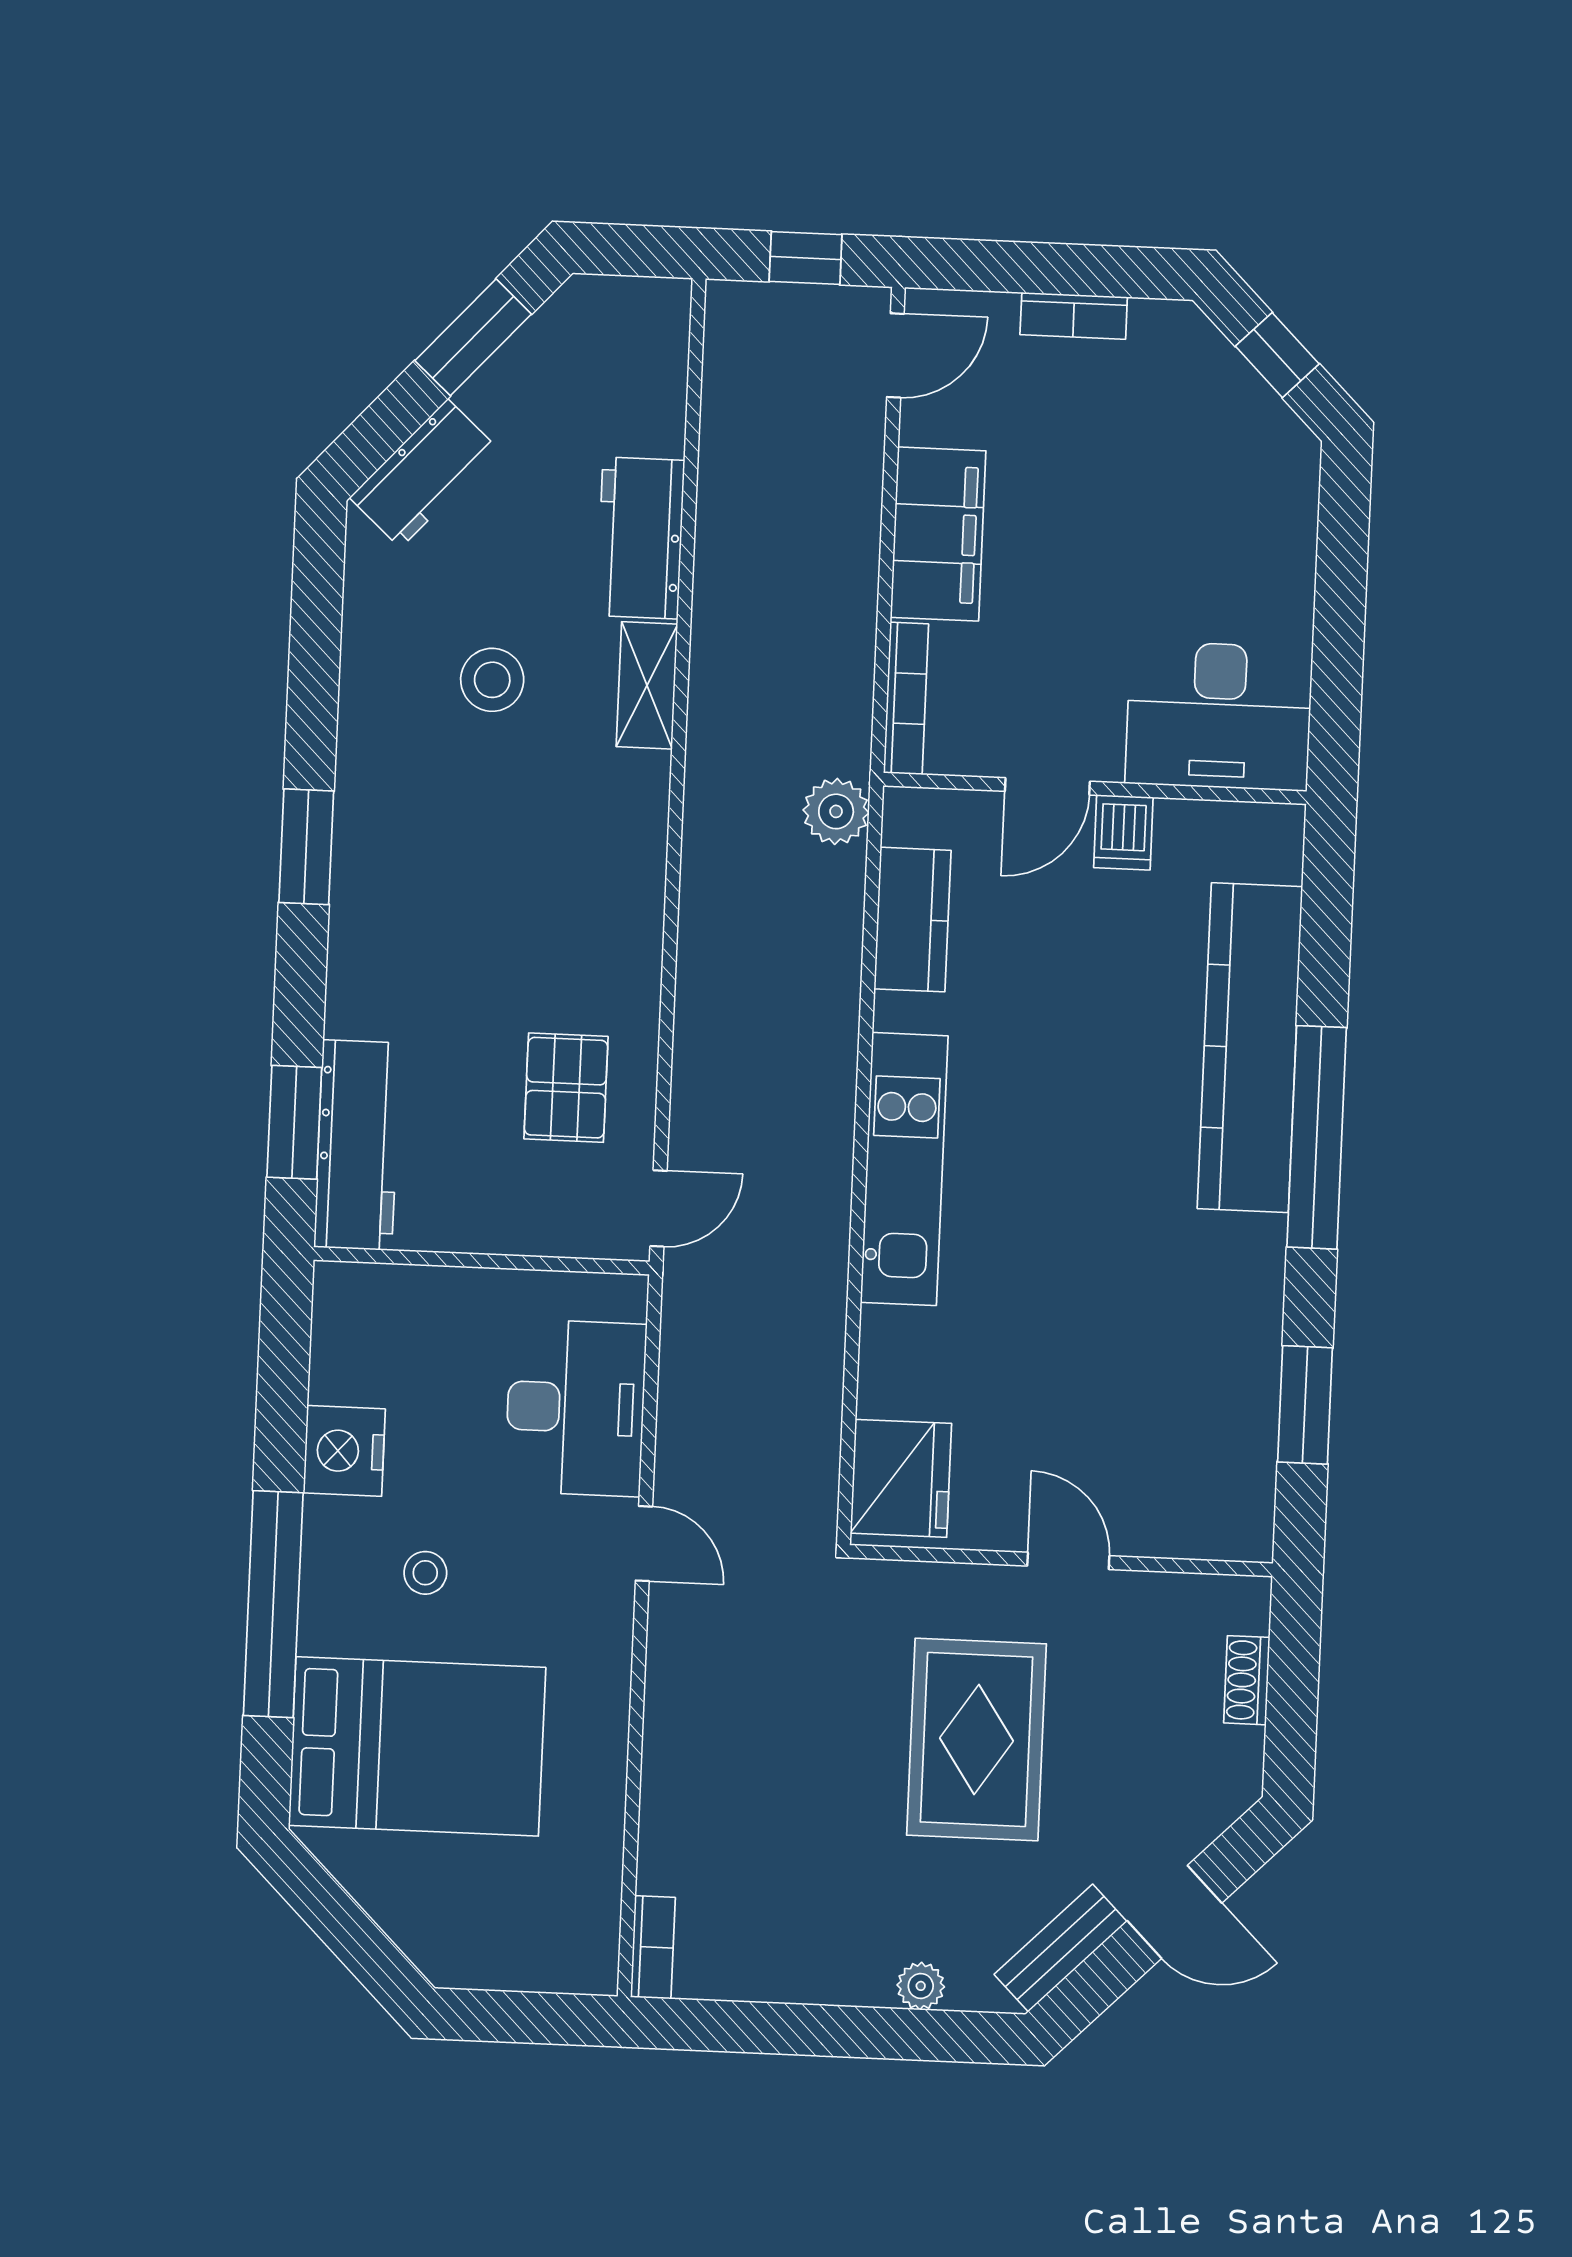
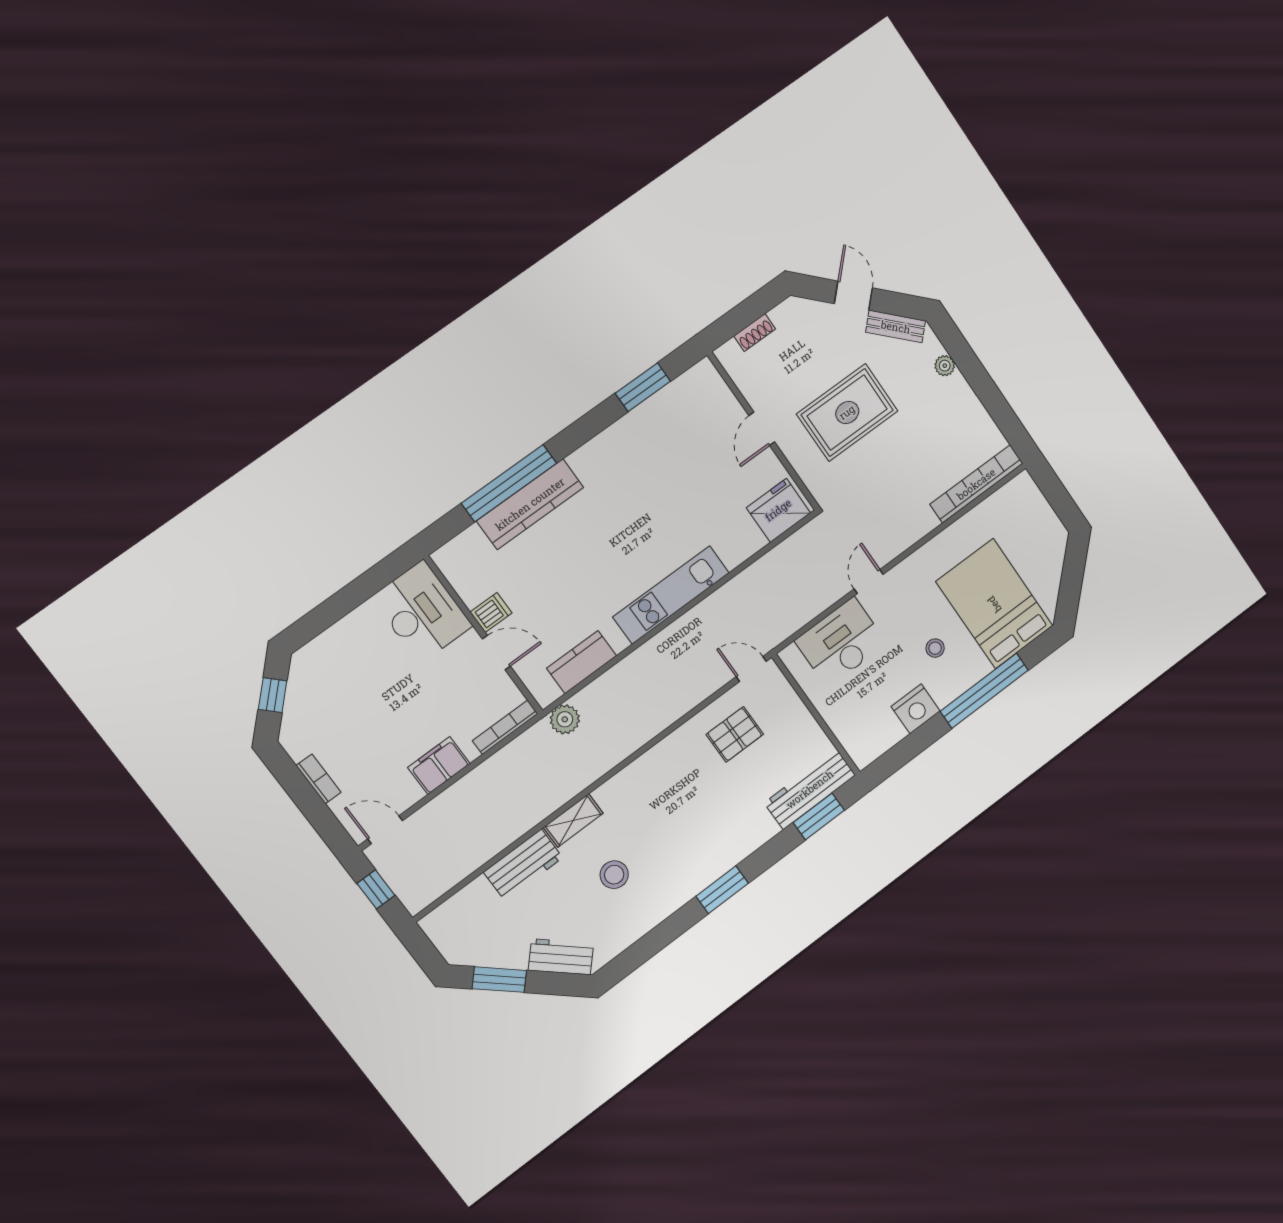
filing cabinet: (938, 534) -> (439, 765), width x0.67, depth x0.86
kitchen counter: (1250, 1048) -> (530, 504), width x0.72, depth x0.86
window: (1317, 1137) -> (509, 483), moved
bookcase: (653, 1947) -> (976, 484), width x2.31, depth x1.31

